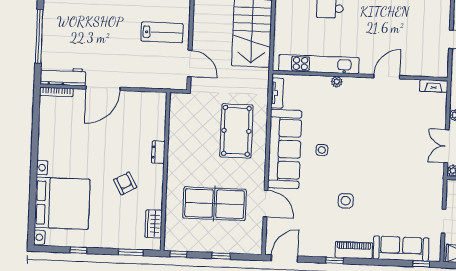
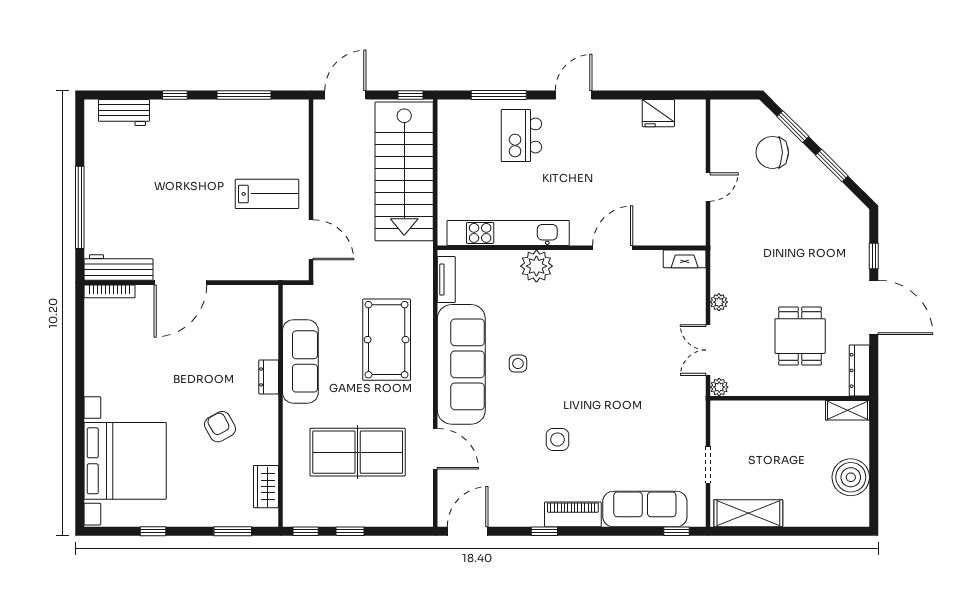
plant: (337, 82) -> (536, 266), width x1.88, depth x1.88
sofa: (179, 143) -> (300, 361), added
window: (221, 256) -> (350, 531), moved

